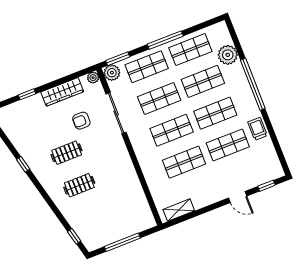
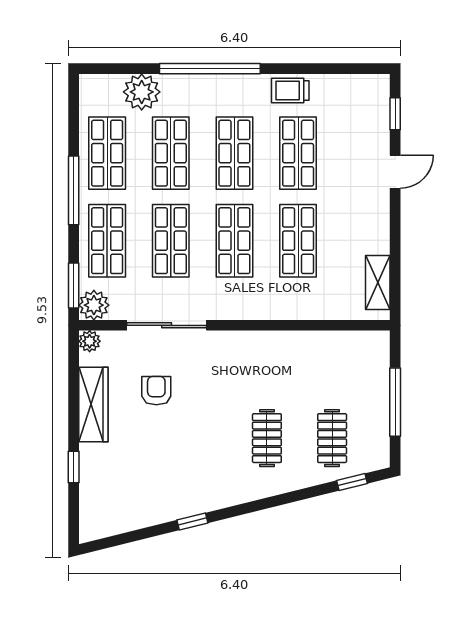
armchair: (81, 121) -> (156, 391), turned 180
clothes rail: (67, 153) -> (332, 438), moved

